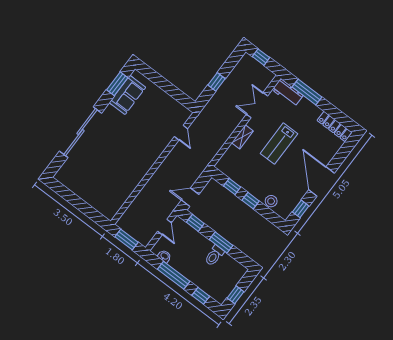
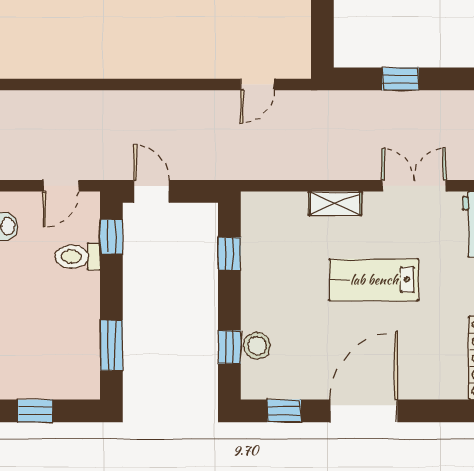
window: (251, 201) -> (229, 347), moved
window: (221, 243) -> (111, 346), moved
toilet: (214, 256) -> (78, 256), moved

